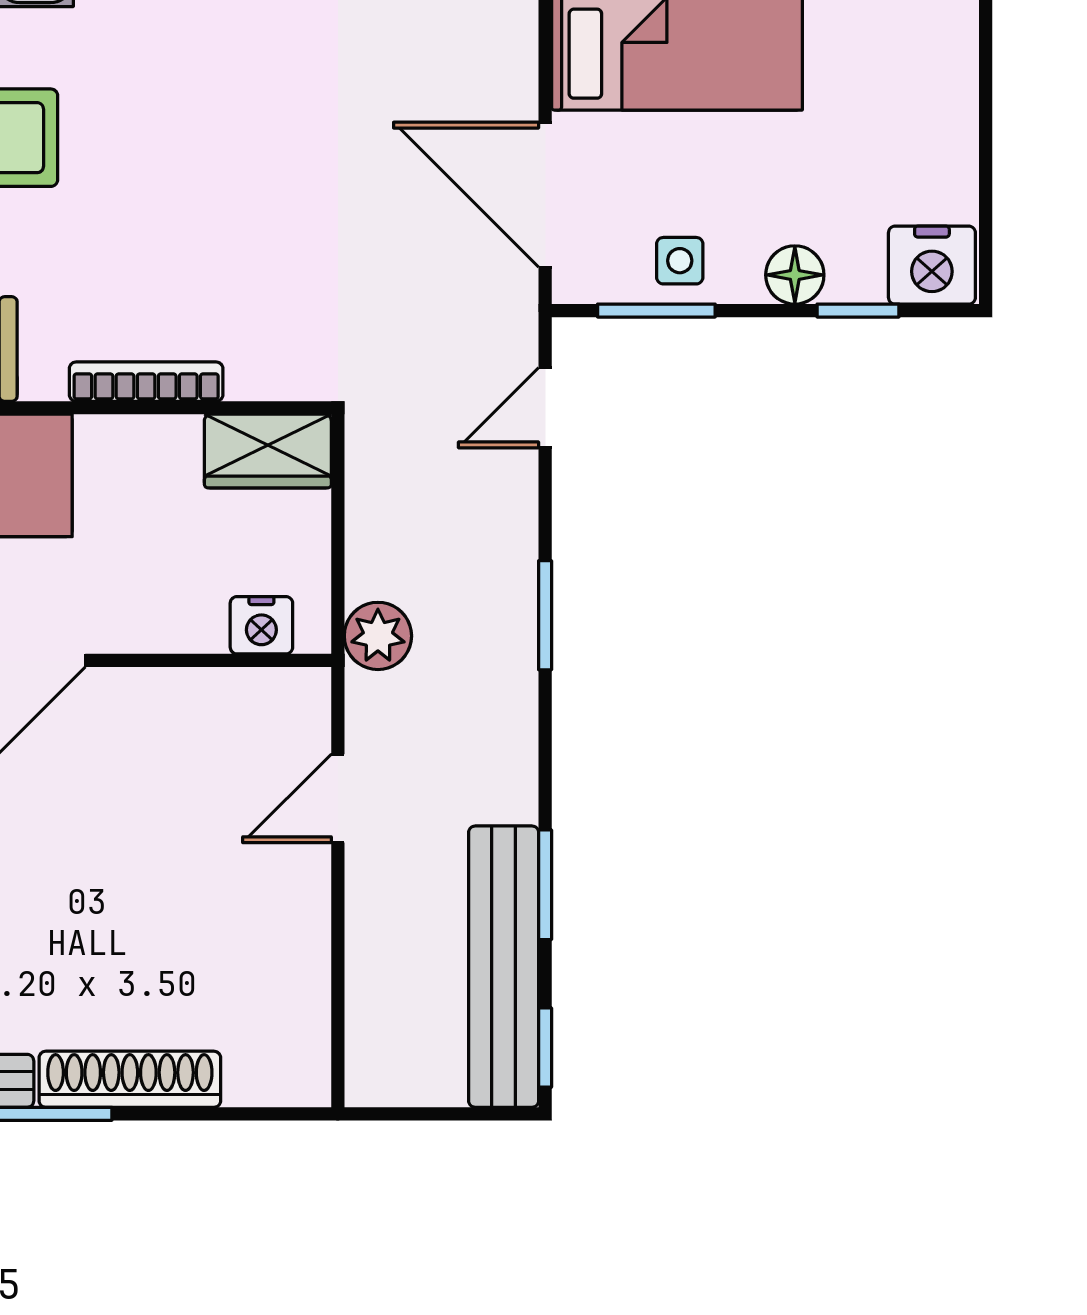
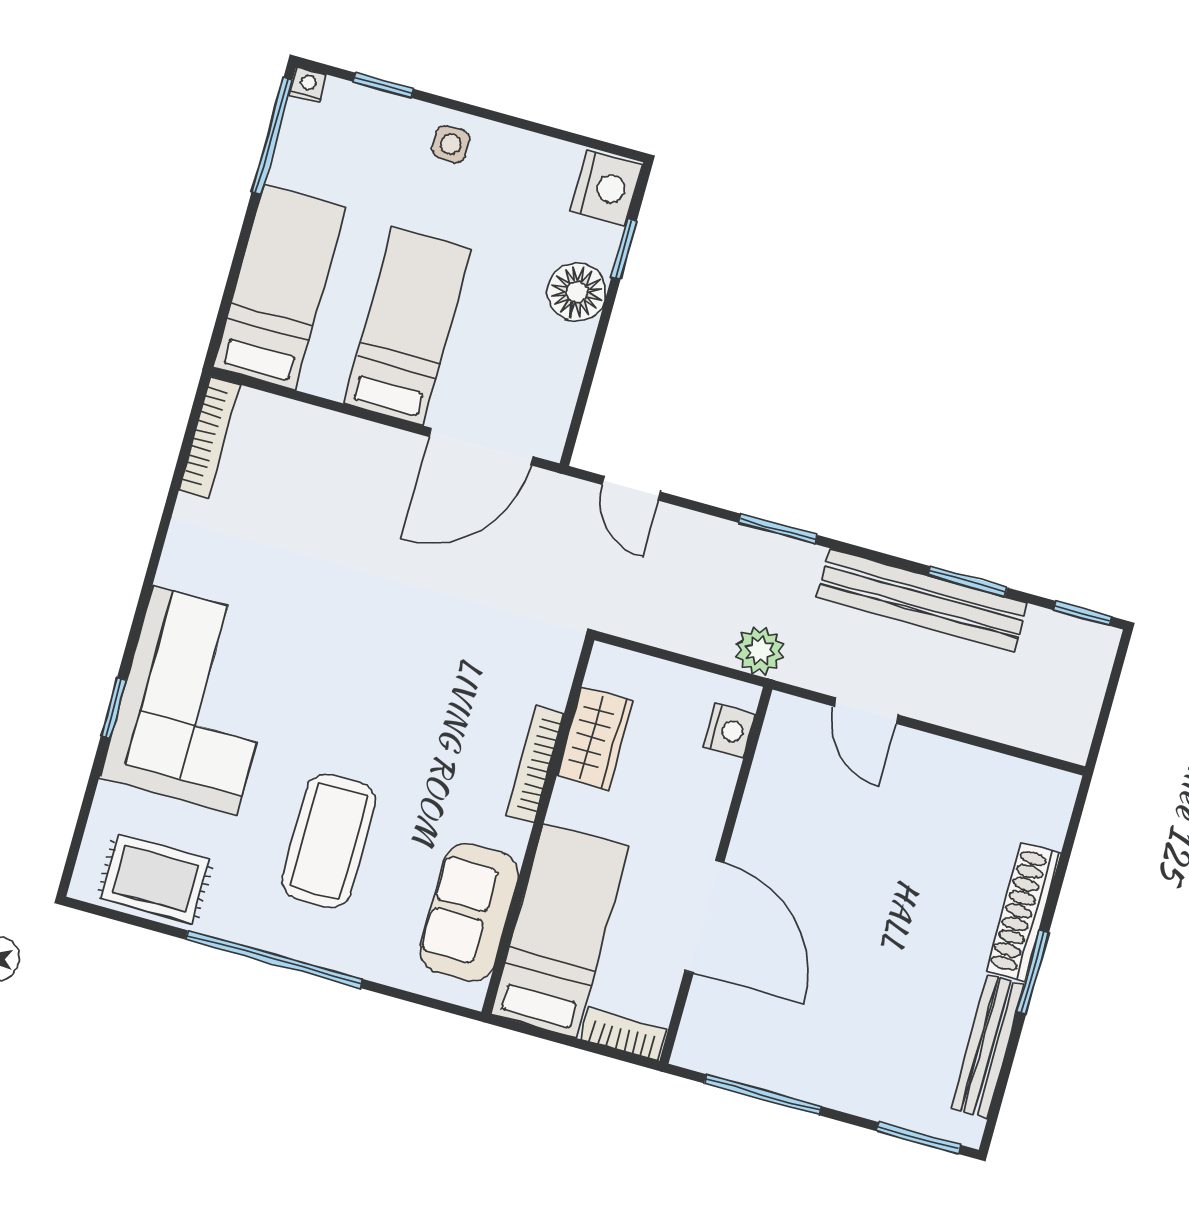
side table: (680, 261) -> (451, 144), moved
floor lamp: (795, 275) -> (577, 292), width x1.38, depth x1.38
window: (656, 311) -> (585, 391), removed
wardrobe: (268, 451) -> (595, 738), moved
bench: (504, 967) -> (922, 600), moved

